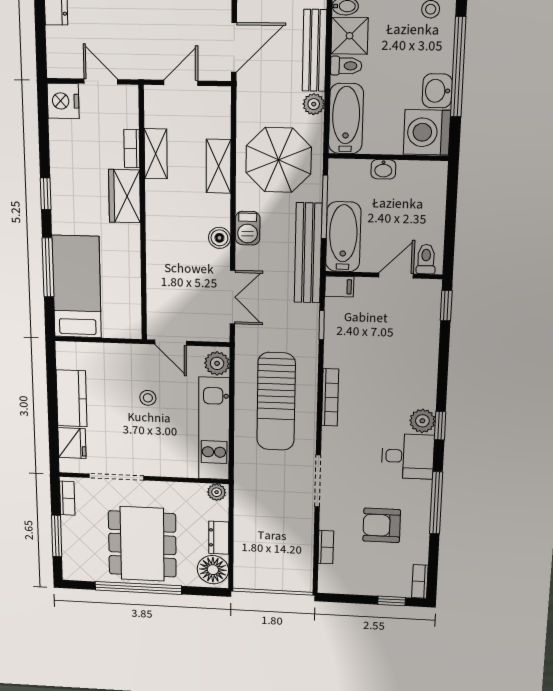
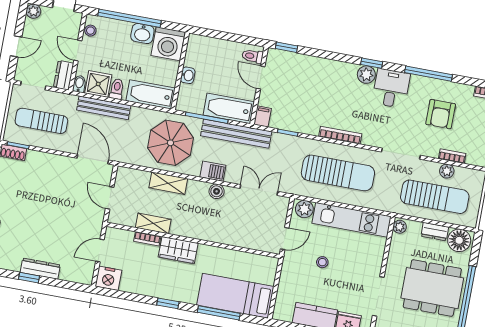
plant: (314, 104) -> (447, 171), moved
sun lounger: (266, 532) -> (435, 197), added

